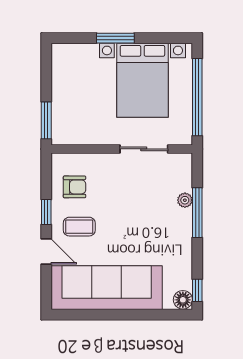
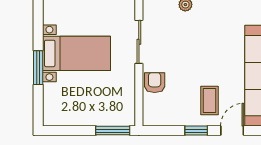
bed with nightstands: (142, 80) -> (76, 53), width x0.73
armchair: (74, 187) -> (155, 83), moved

